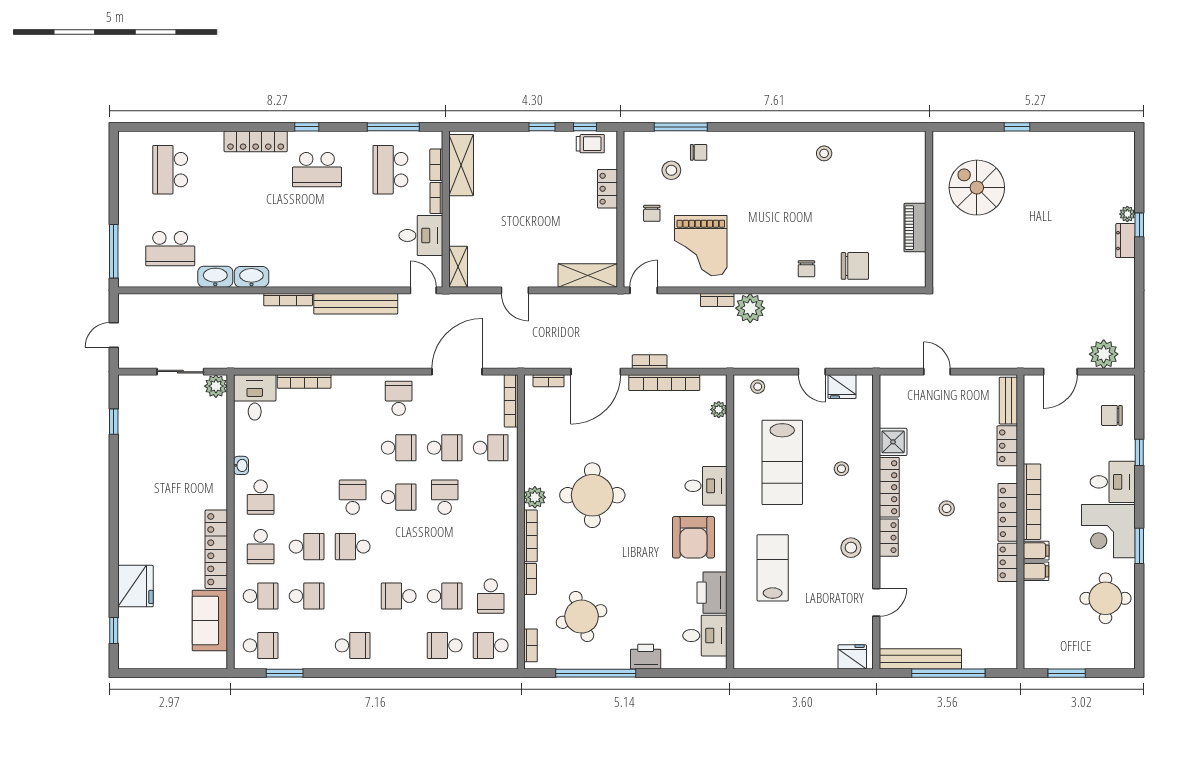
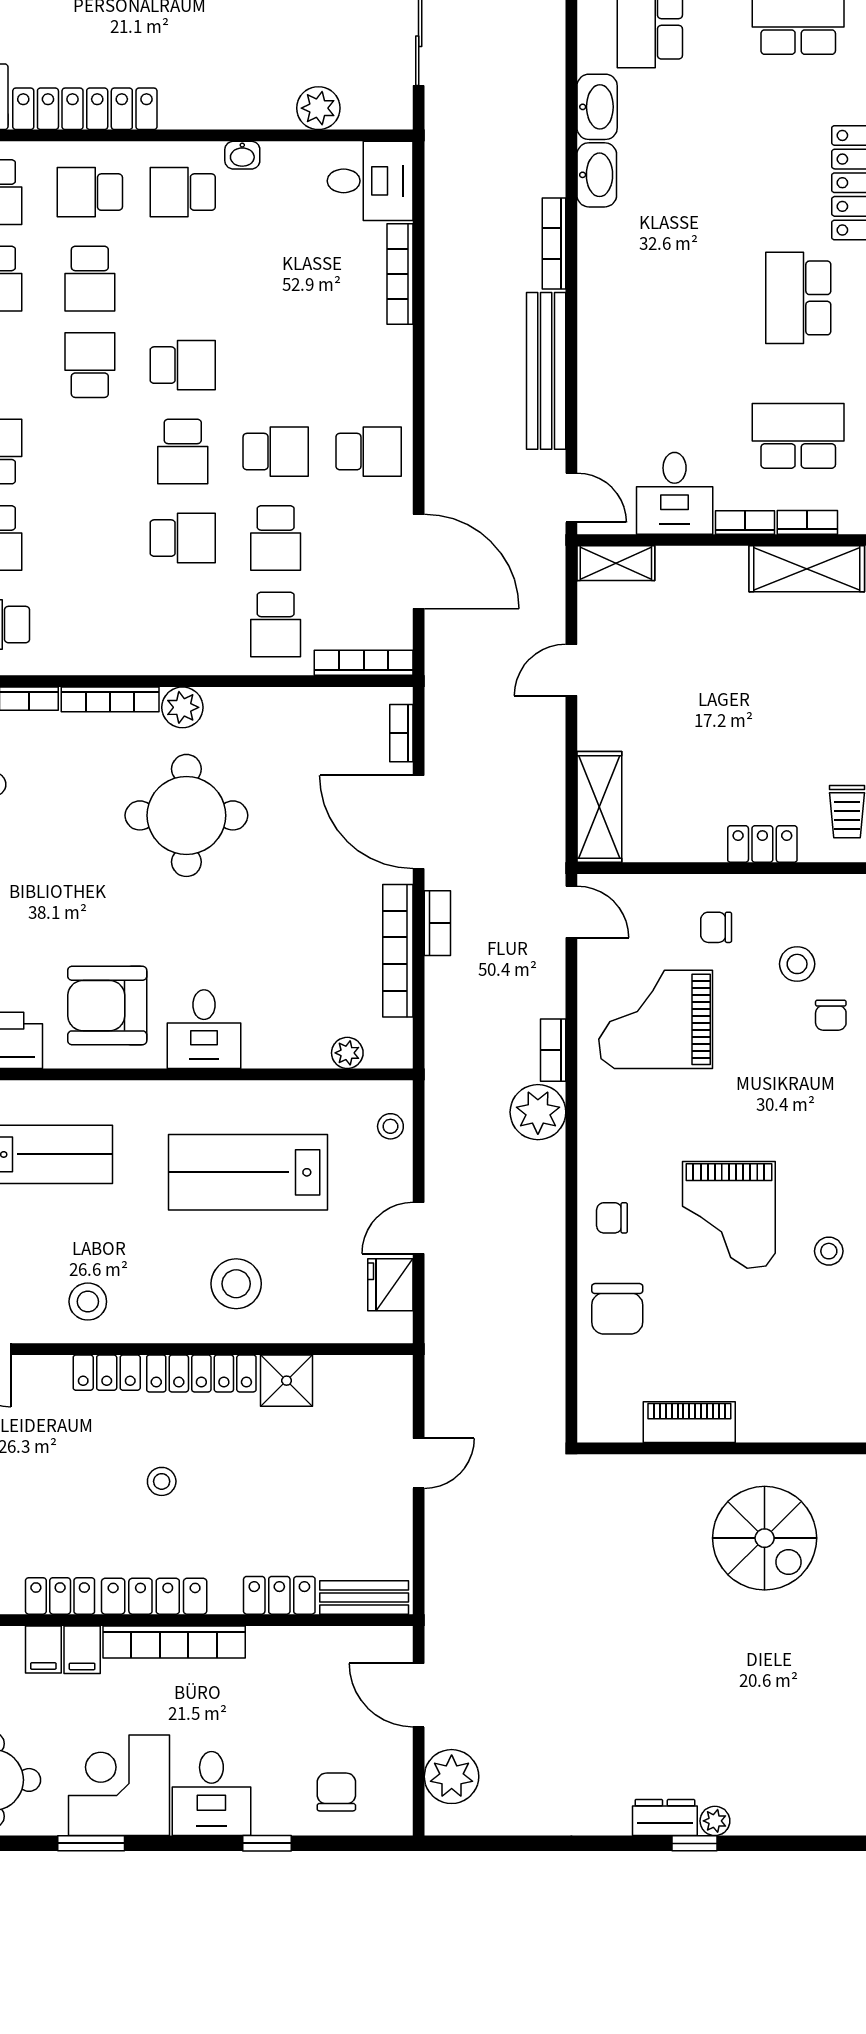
spiral stairs: (977, 188) -> (765, 1538), turned 90
grand piano: (805, 207) -> (729, 1215), added
door: (423, 290) -> (571, 498), hinge flipped
plant: (216, 386) -> (318, 108), moved
school desk: (399, 448) -> (276, 452), turned -90
stool: (841, 469) -> (236, 1284), width x1.89, depth x1.89

